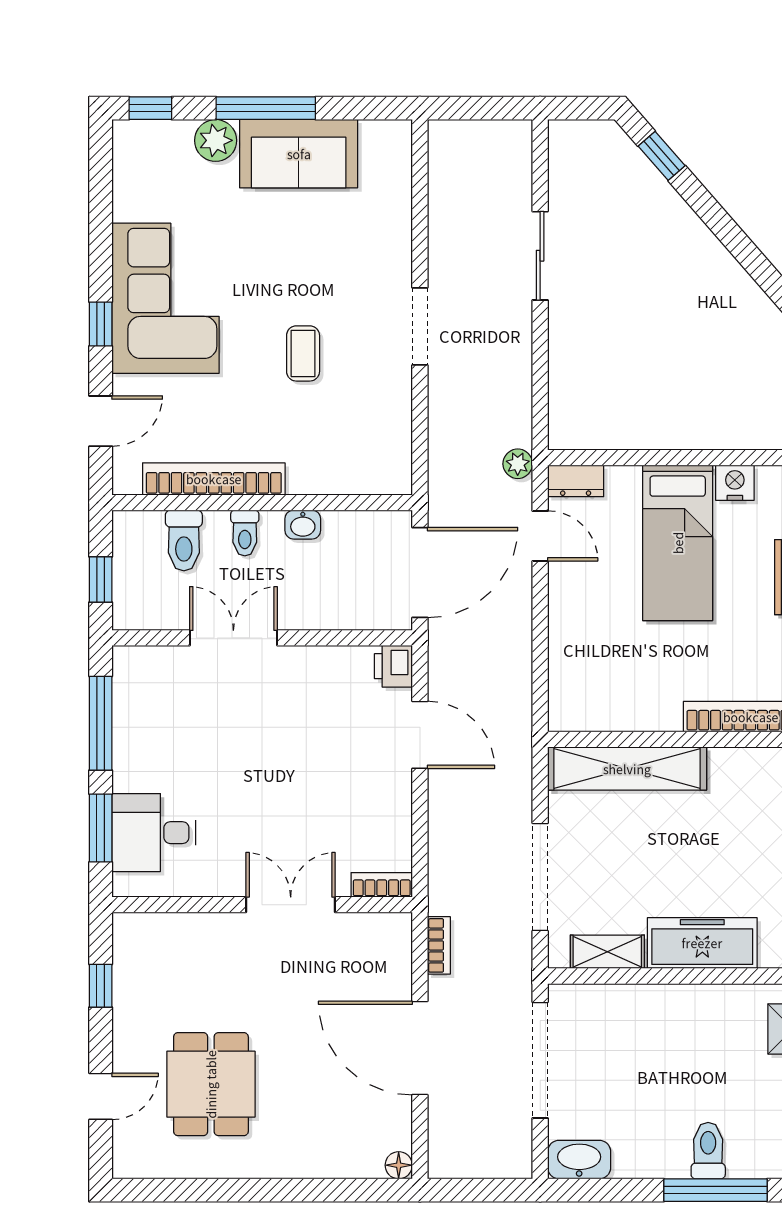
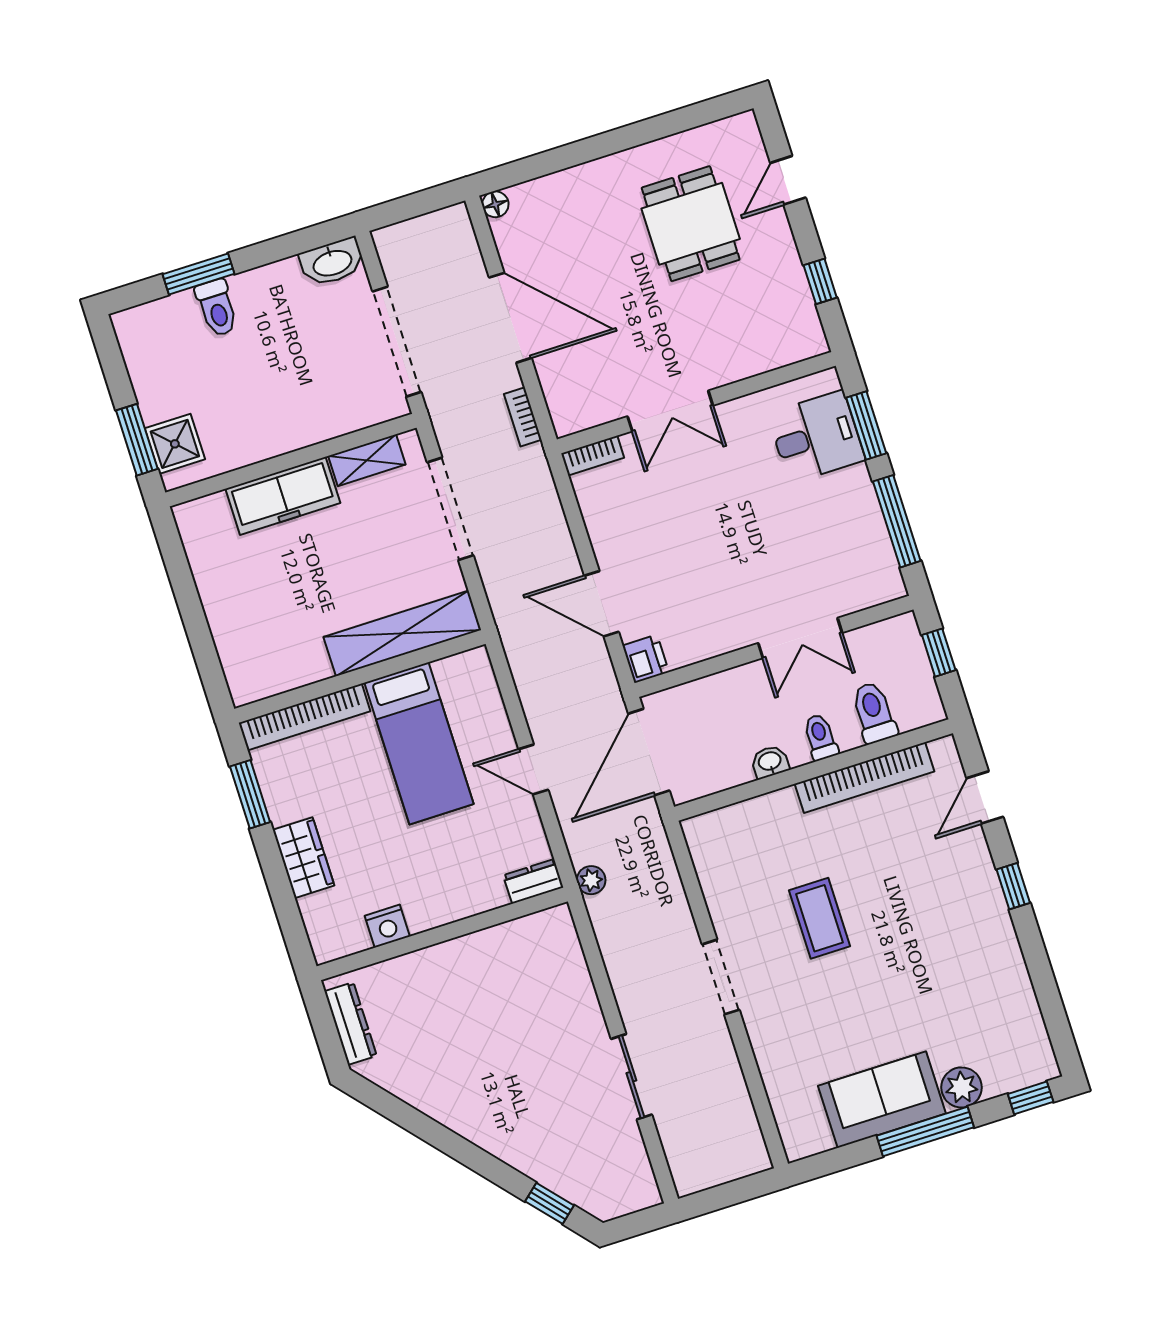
corner sofa: (165, 298) -> (961, 929), removed
coffee table: (303, 353) -> (820, 918), width x1.36, depth x1.30
door: (540, 536) -> (533, 769), moved
bed: (678, 543) -> (419, 743), moved, turned 180
window: (716, 1190) -> (199, 274), width x0.69

